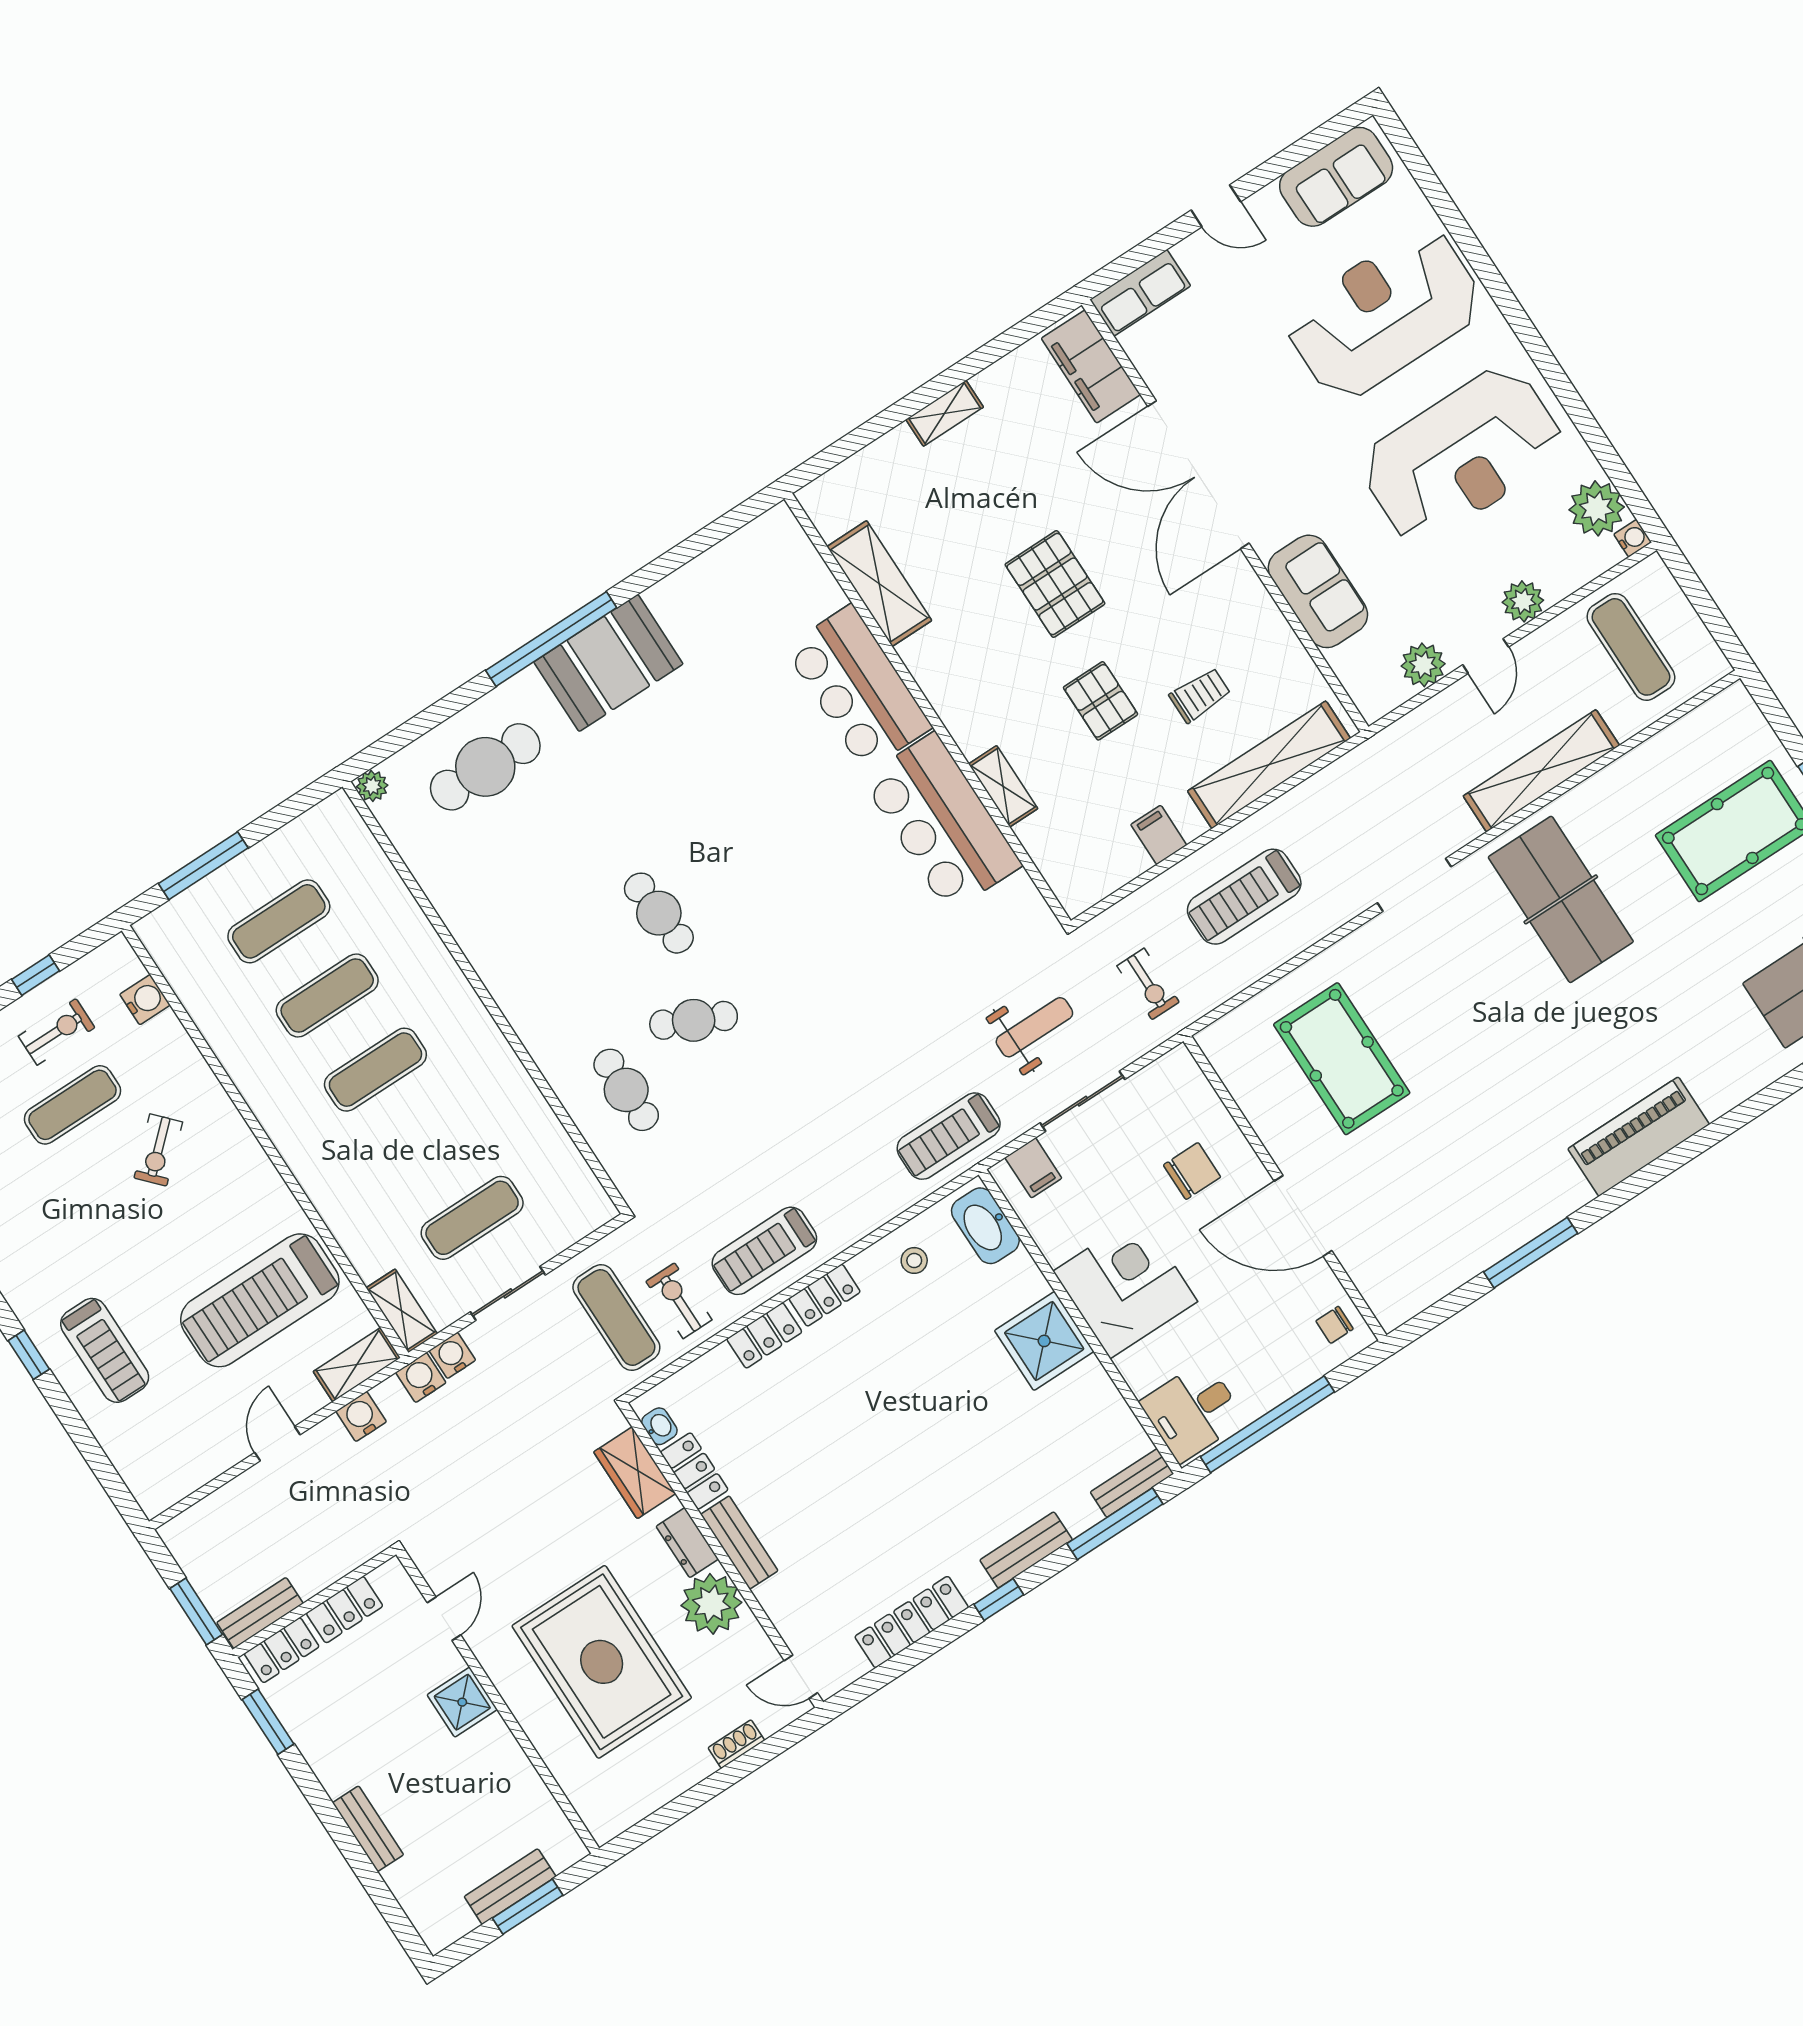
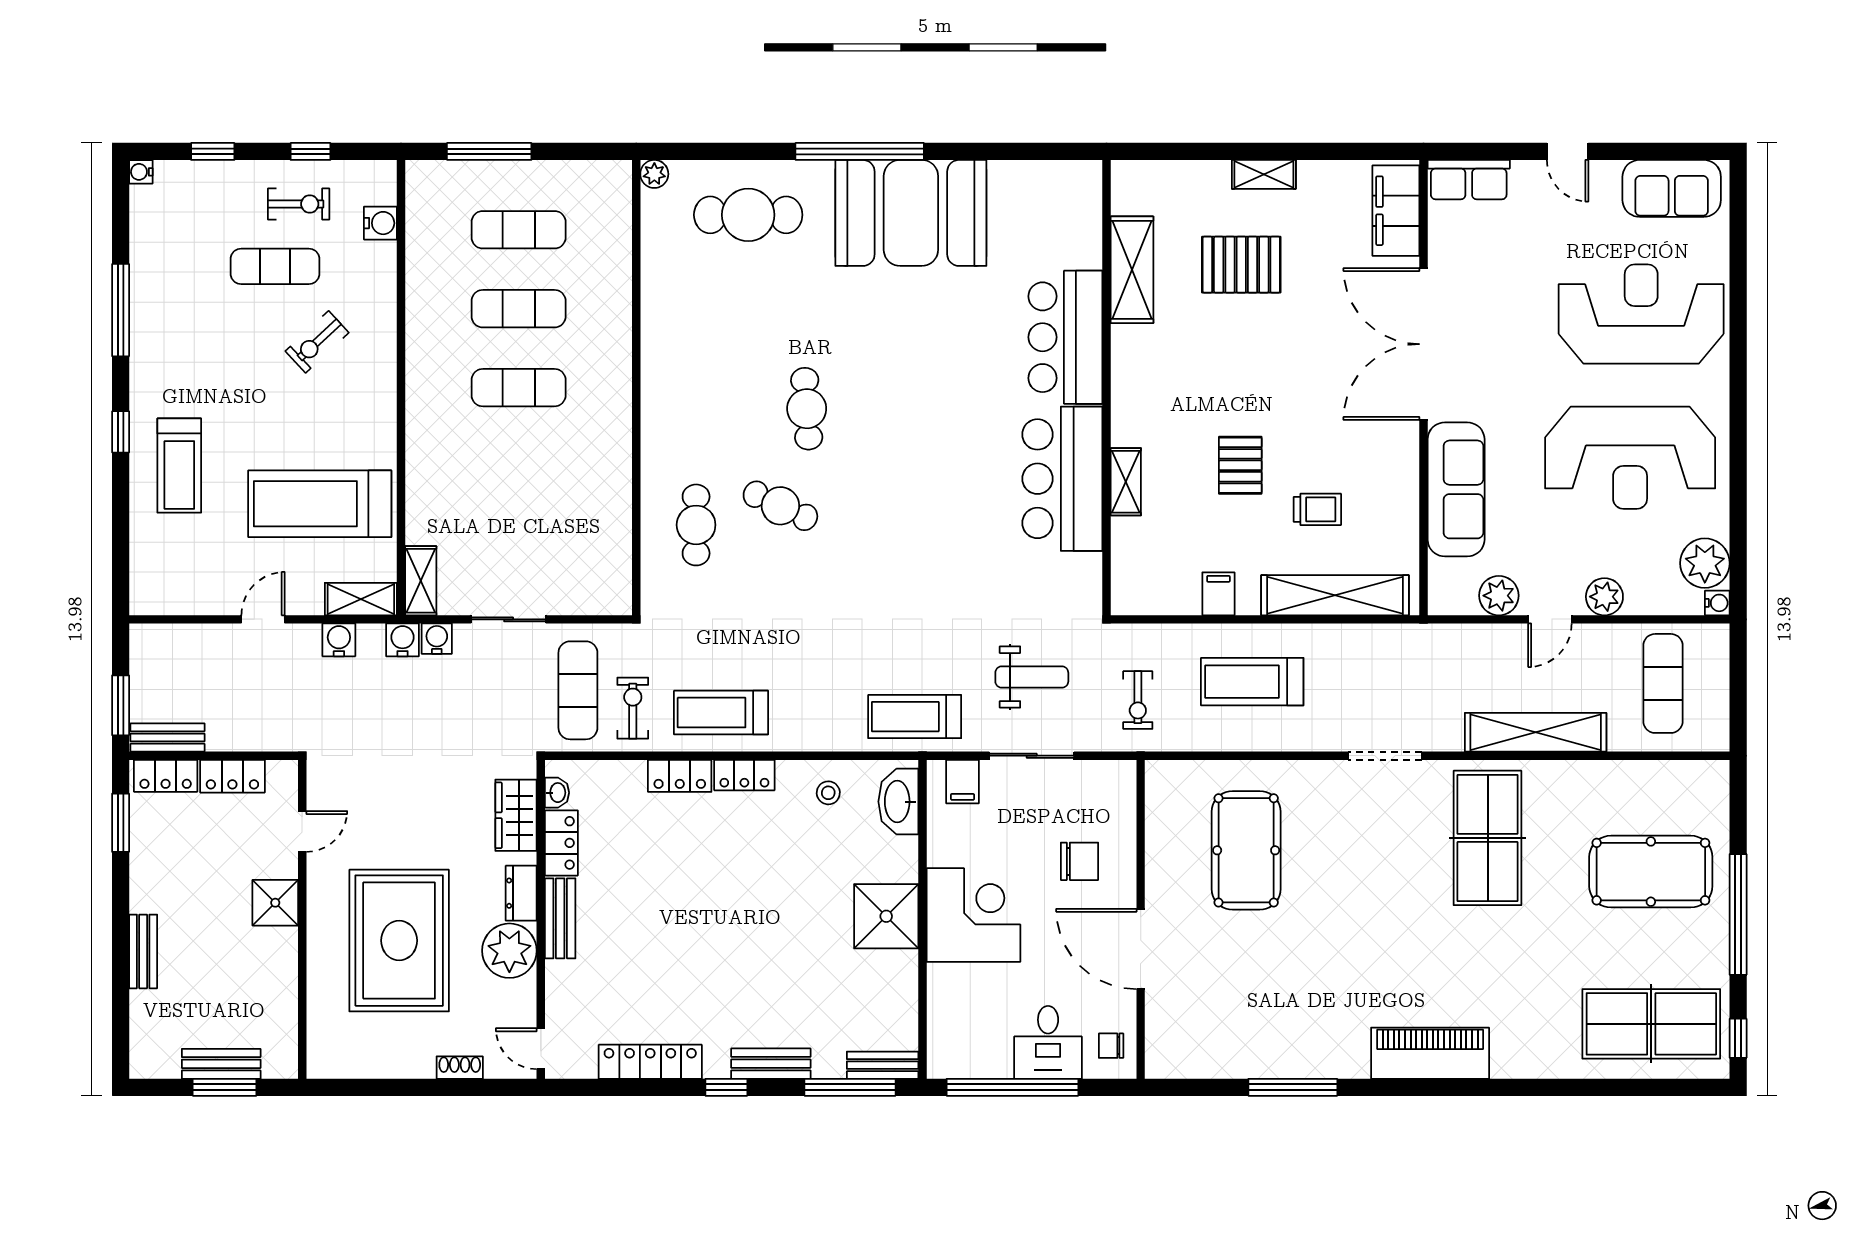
pallet: (1055, 584) -> (1241, 265), moved, turned 90
sofa: (1318, 591) -> (1456, 489), width x1.36
booth: (608, 663) -> (911, 213), width x1.36, depth x1.42
exercise mat: (472, 1218) -> (519, 545), removed
desk: (1193, 1411) -> (1048, 1042), moved, turned -90

